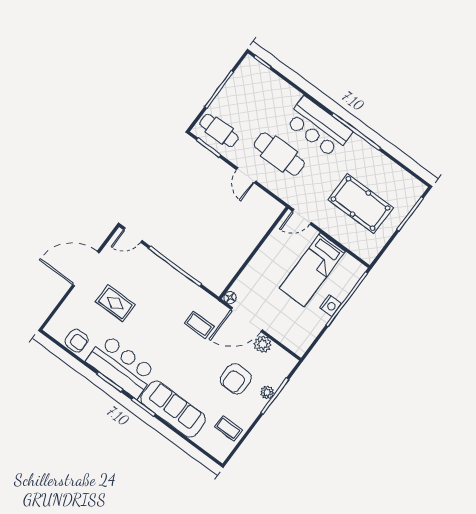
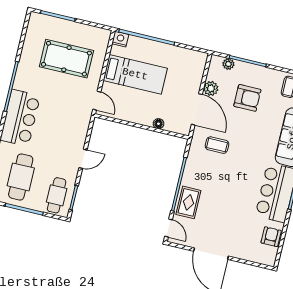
cafe table: (279, 154) -> (21, 177), moved
pool table: (361, 204) -> (66, 59), turned 90
floor lamp: (230, 298) -> (158, 124), moved
rug: (115, 303) -> (188, 202), moved
nightstand: (330, 306) -> (120, 39), moved
coffee table: (199, 325) -> (217, 145), turned 90
plant: (267, 392) -> (228, 64), moved

